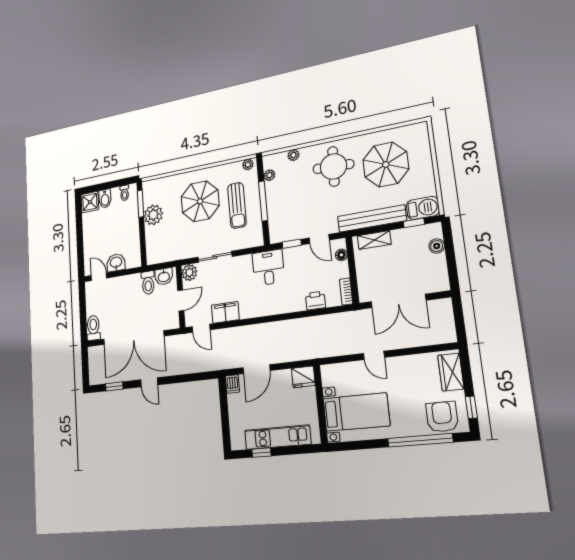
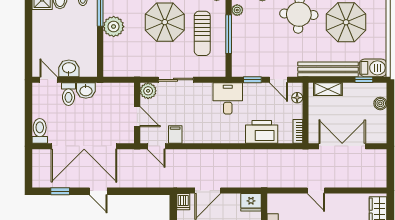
washbasin: (164, 276) -> (86, 91), moved
toilet: (148, 283) -> (69, 94), moved
door: (181, 301) -> (137, 117), hinge flipped
printer: (315, 301) -> (262, 132), width x1.87, depth x1.48
double door: (398, 301) -> (342, 146), swing flipped
filing cabinet: (225, 312) -> (175, 134), width x0.50

